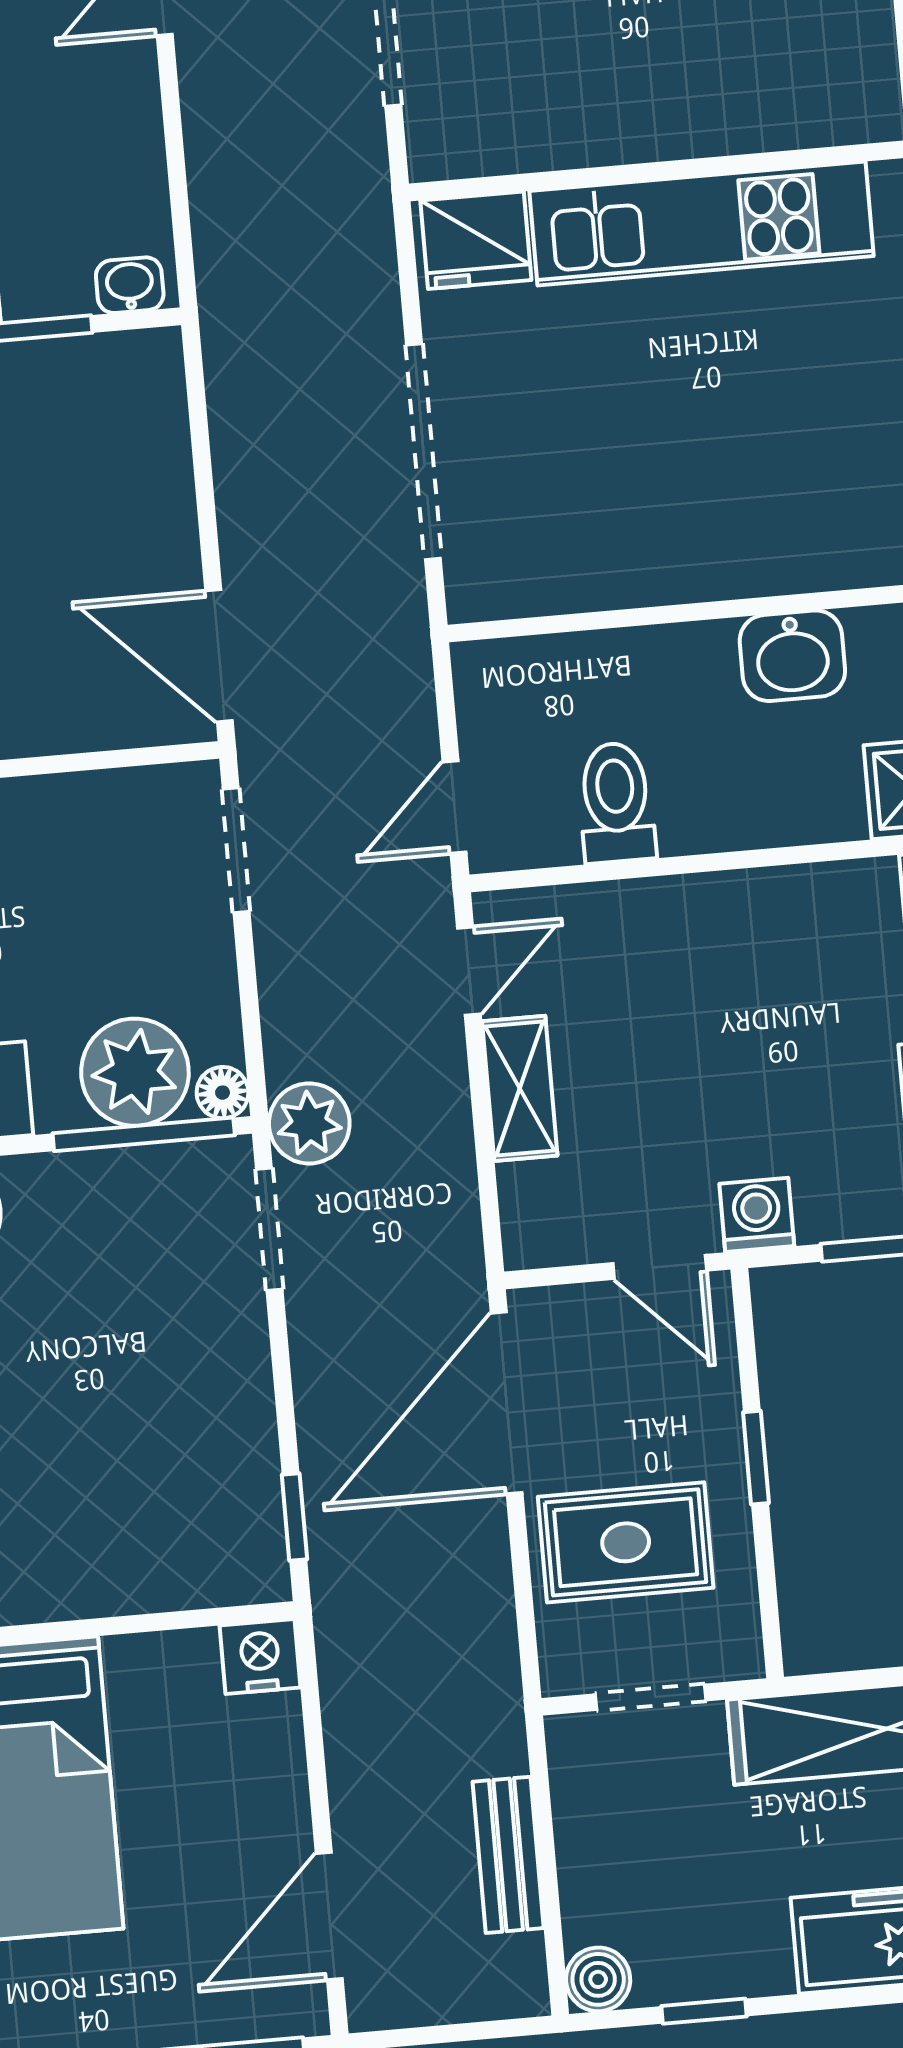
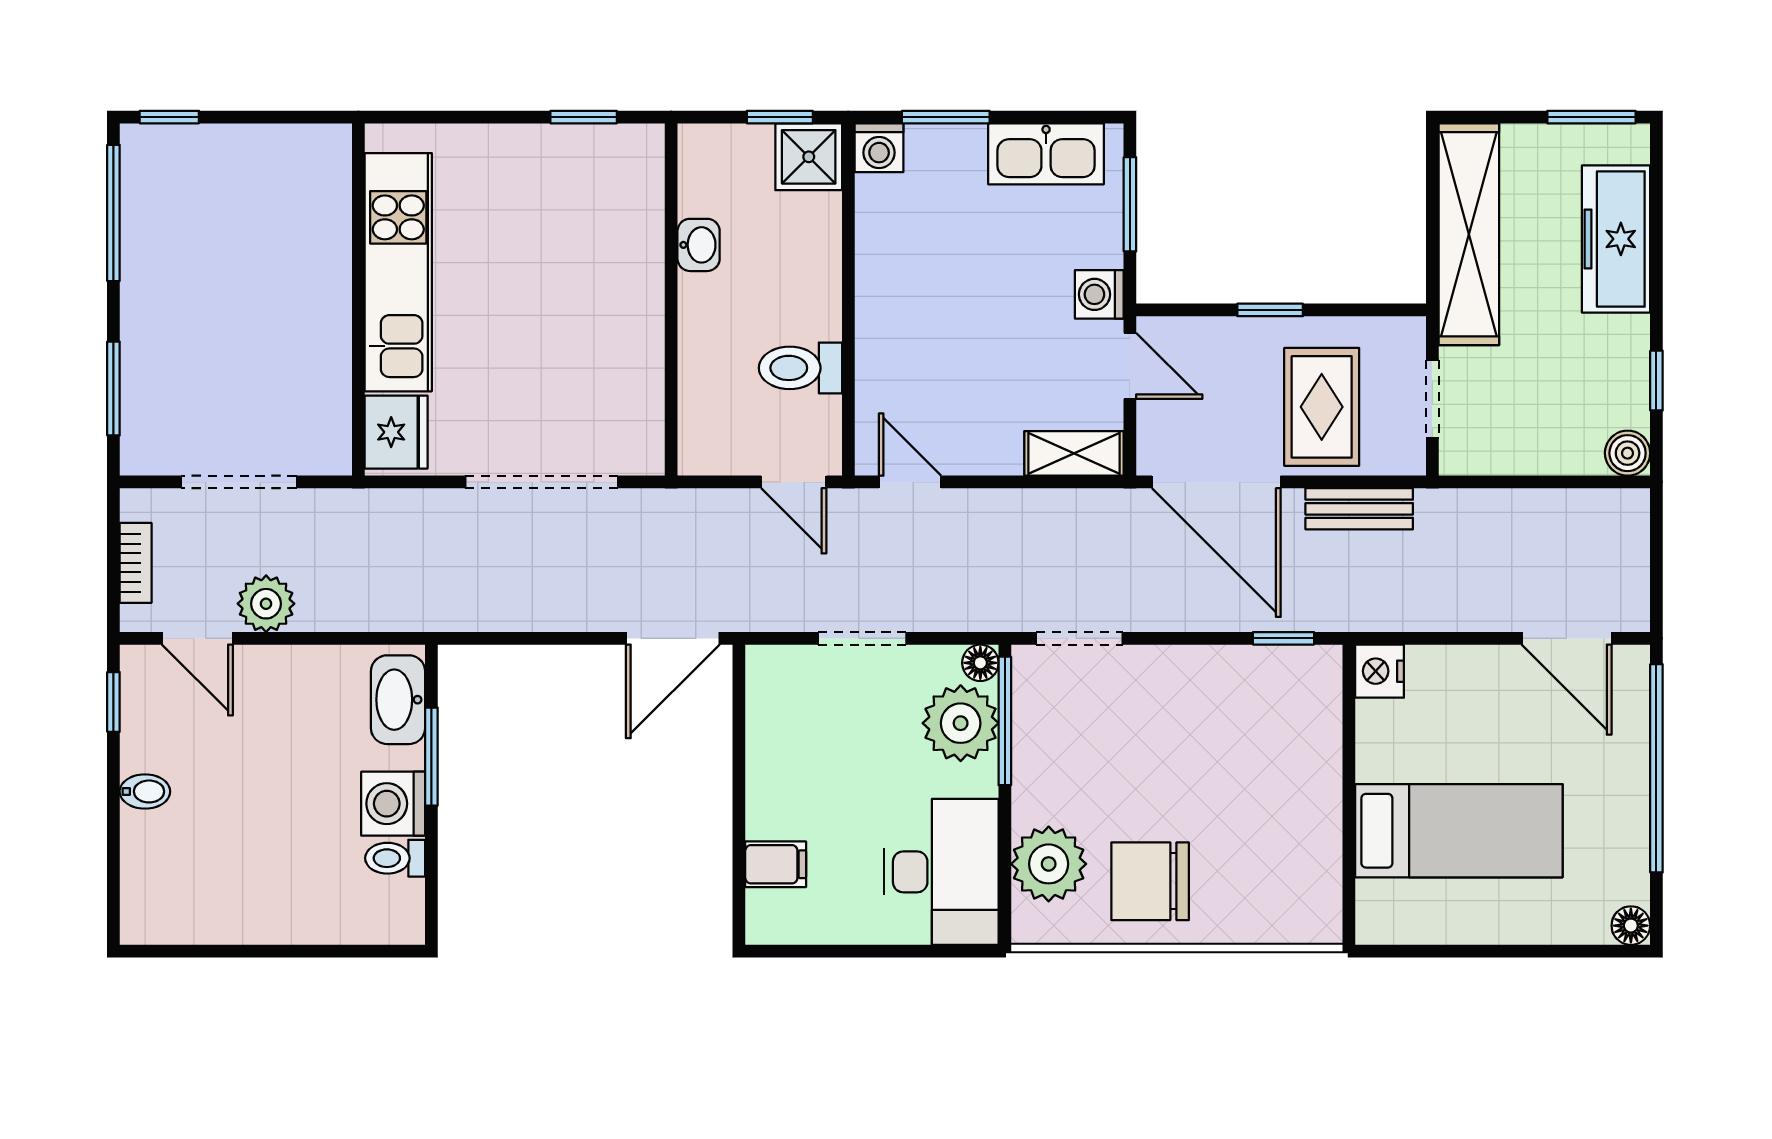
washbasin: (130, 285) -> (398, 700), width x1.91, depth x1.45
washbasin: (792, 656) -> (699, 245), width x0.72, depth x0.69
doorway: (236, 850) -> (862, 638), moved
shelving: (520, 1088) -> (1074, 453), moved
plant: (309, 1123) -> (266, 604), moved
door: (660, 1267) -> (1130, 366), hinge flipped
bench: (508, 1855) -> (1359, 509), moved

